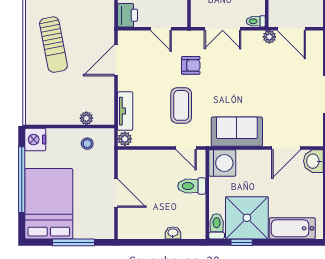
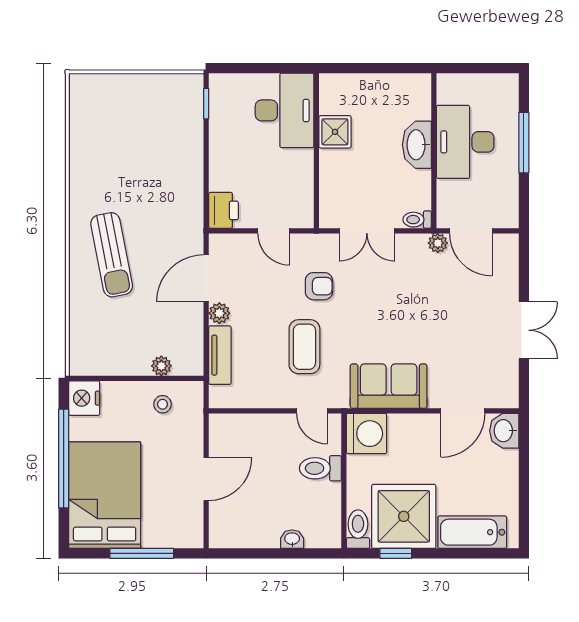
plant: (125, 139) -> (219, 313), moved
door: (116, 193) -> (206, 479), hinge flipped

